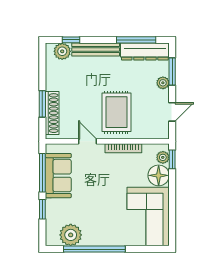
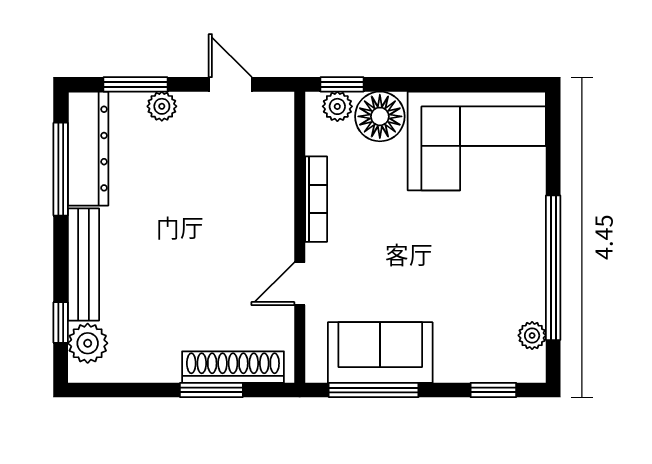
rug: (116, 112) -> (231, 216), removed
window: (42, 209) -> (493, 390), moved
plant: (71, 235) -> (532, 335), width x0.53, depth x0.53

